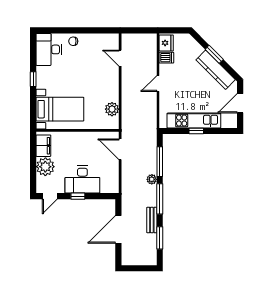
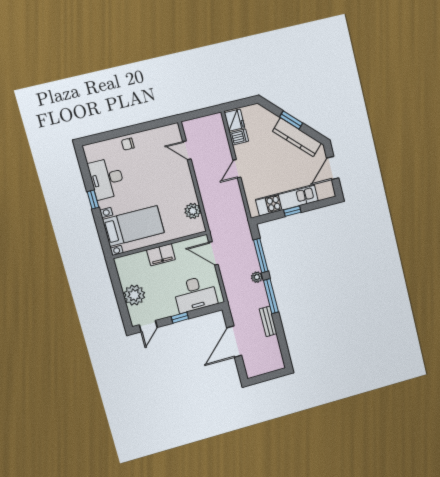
desk: (49, 49) -> (107, 179), moved
filing cabinet: (43, 146) -> (161, 255), moved, turned 90
desk: (82, 180) -> (195, 294), moved
window: (160, 238) -> (281, 338), removed

